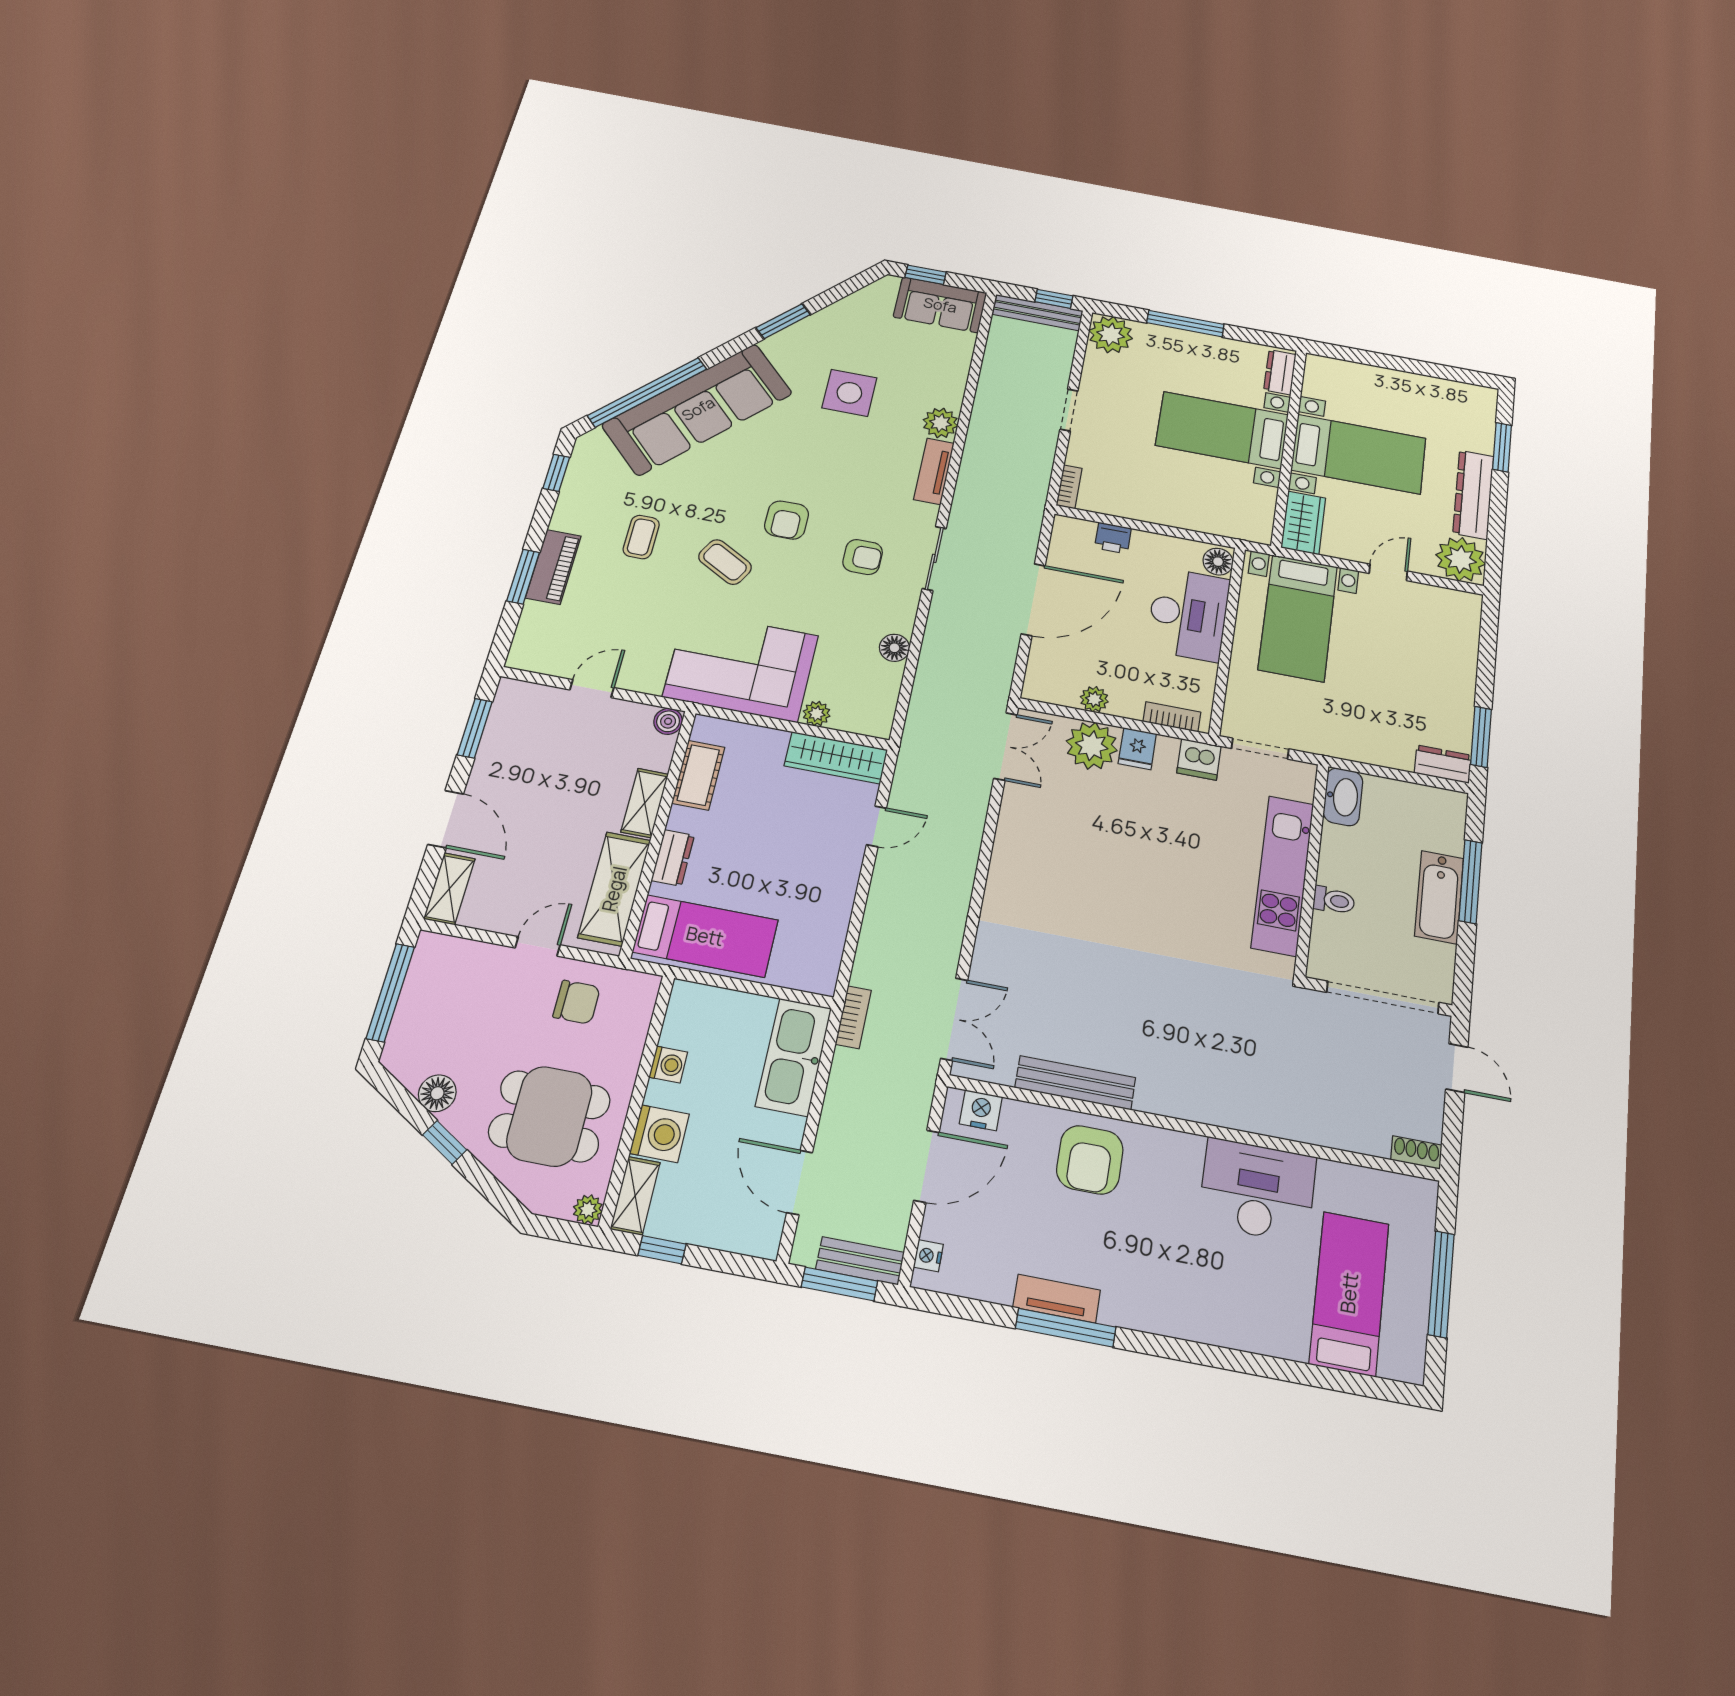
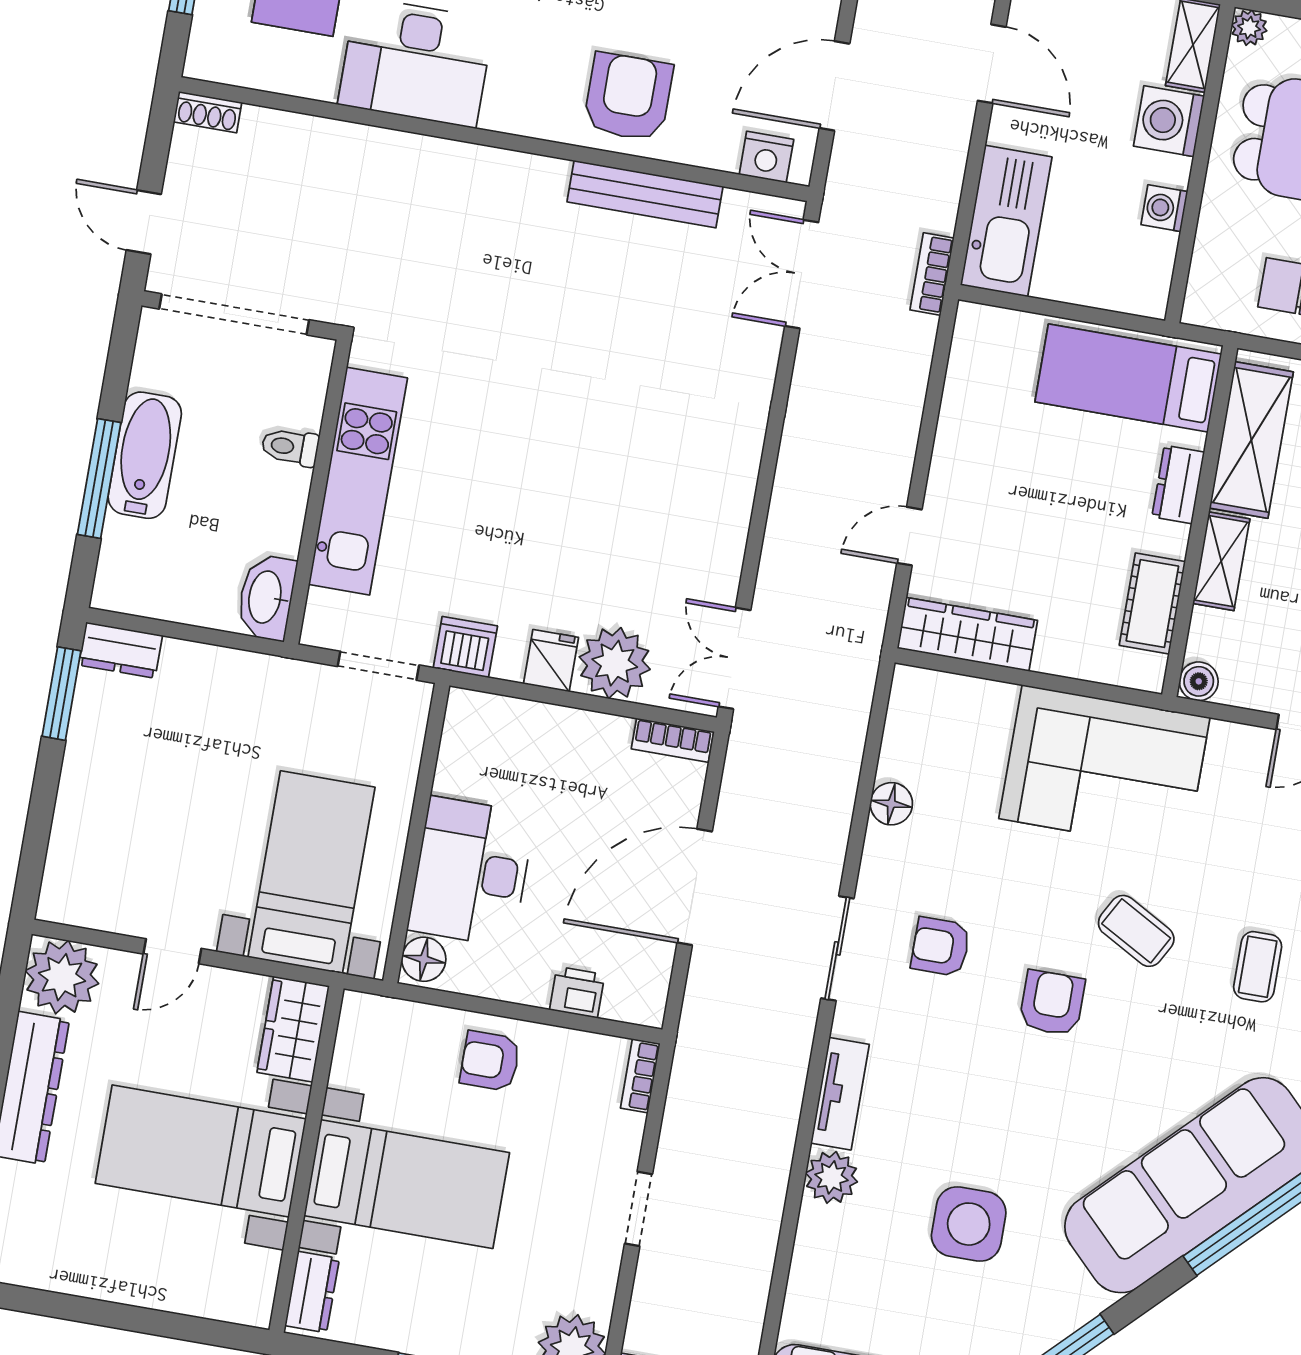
armchair: (1170, 499) -> (490, 1061), added
plant: (1094, 699) -> (610, 734), removed
plant: (817, 714) -> (996, 699), removed
bookcase: (1172, 717) -> (673, 740), moved

